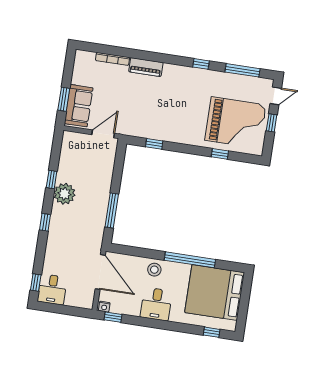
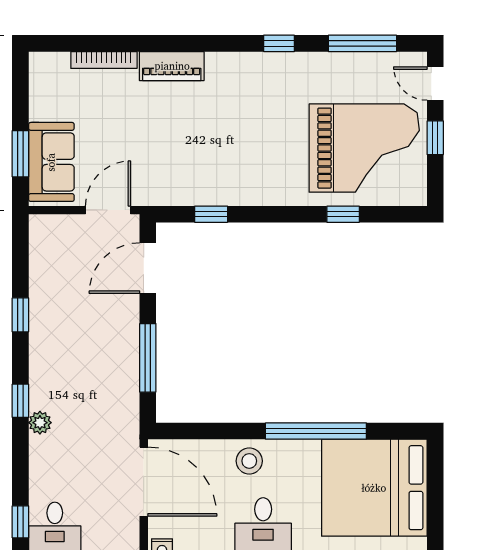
door: (276, 96) -> (435, 84), swing flipped
door: (119, 166) -> (148, 268), added
plant: (64, 194) -> (40, 423), moved, width x0.53, depth x0.53

